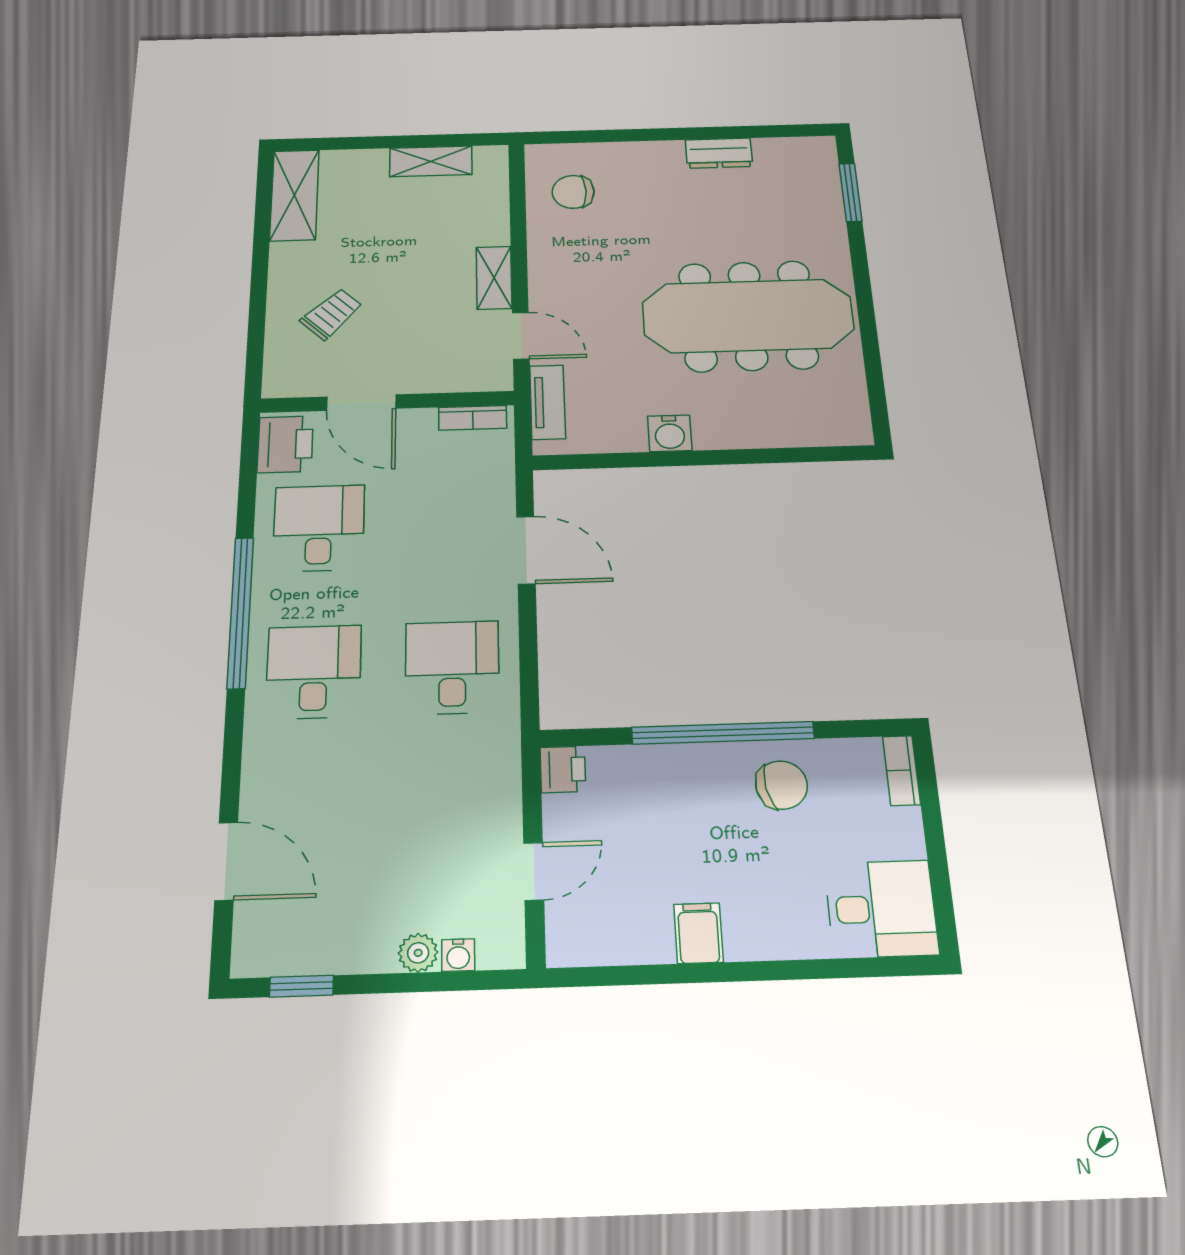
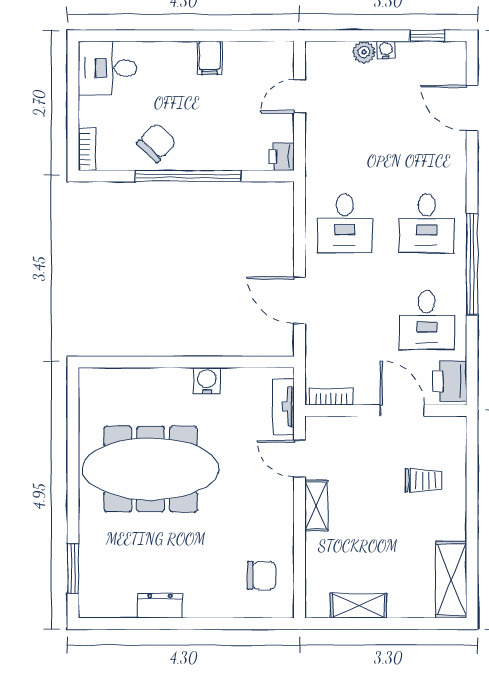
trolley: (332, 314) -> (423, 480), turned -134
chair: (781, 785) -> (156, 143), turned 144
water cooler: (458, 955) -> (386, 50), moved

